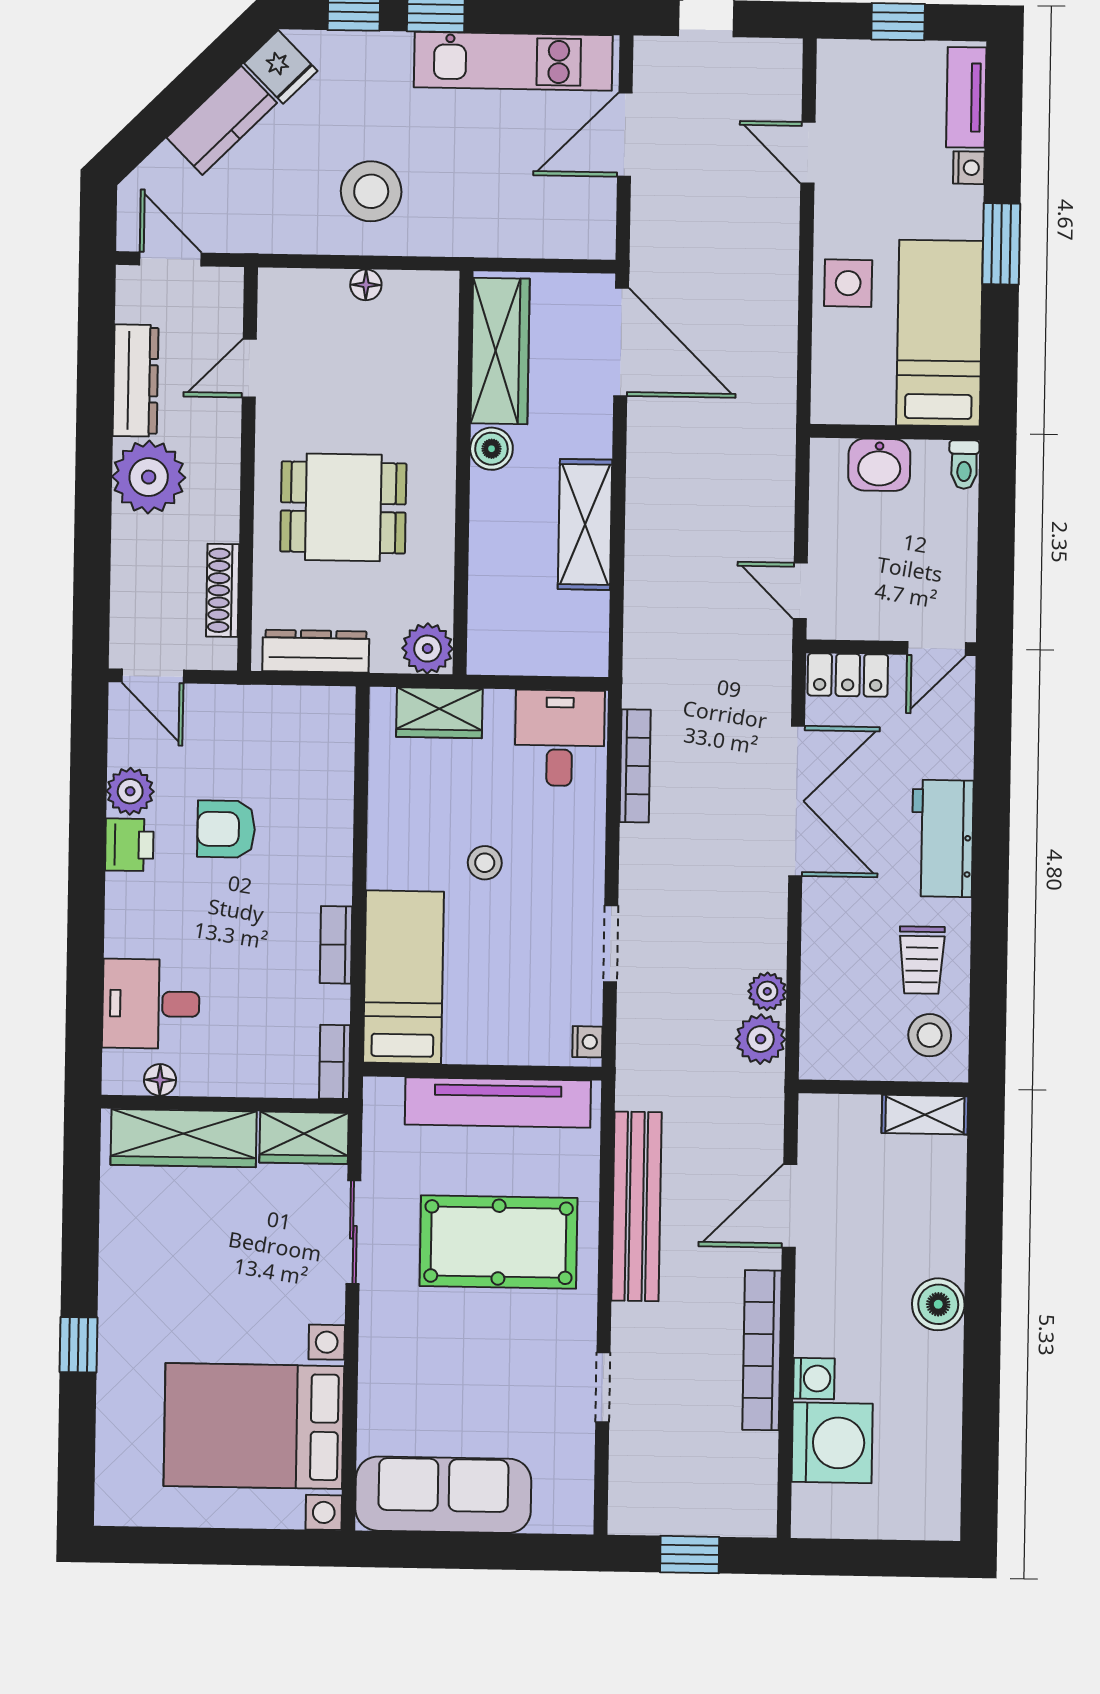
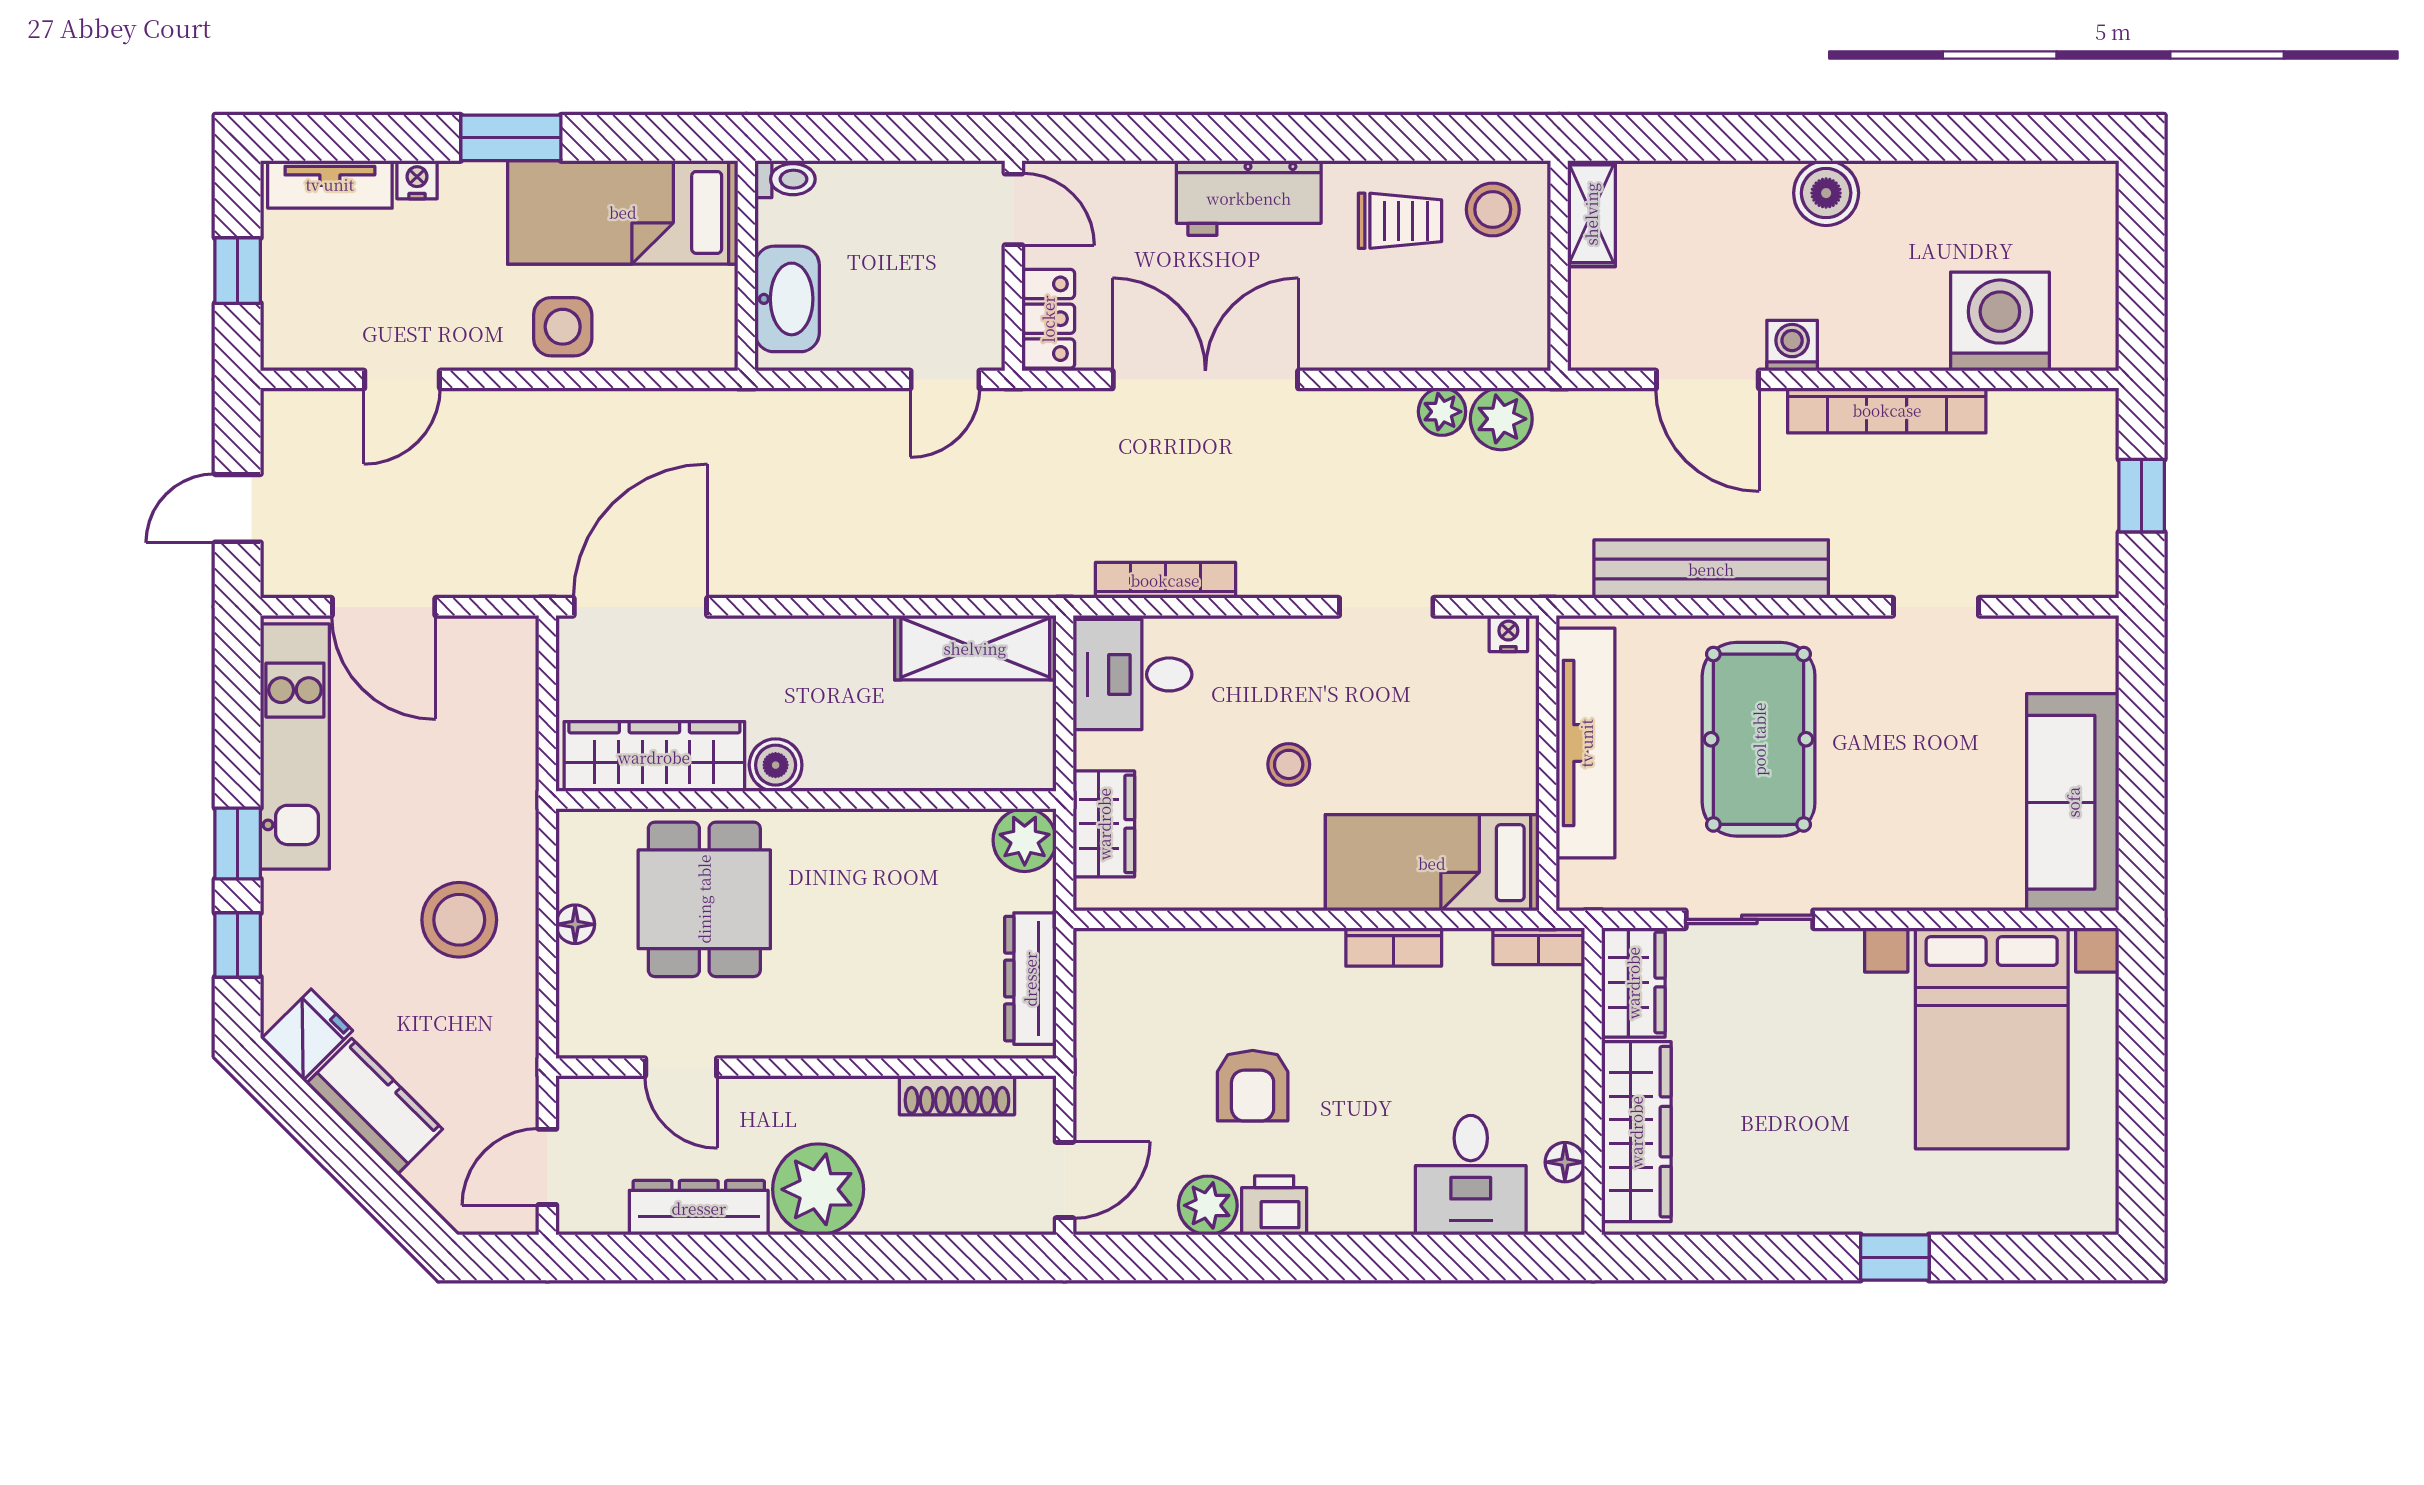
washbasin: (879, 465) -> (787, 299), width x1.38
dining table: (343, 507) -> (704, 899), moved
shelving: (585, 524) -> (975, 648), moved
washing machine: (814, 1378) -> (1792, 346), moved

